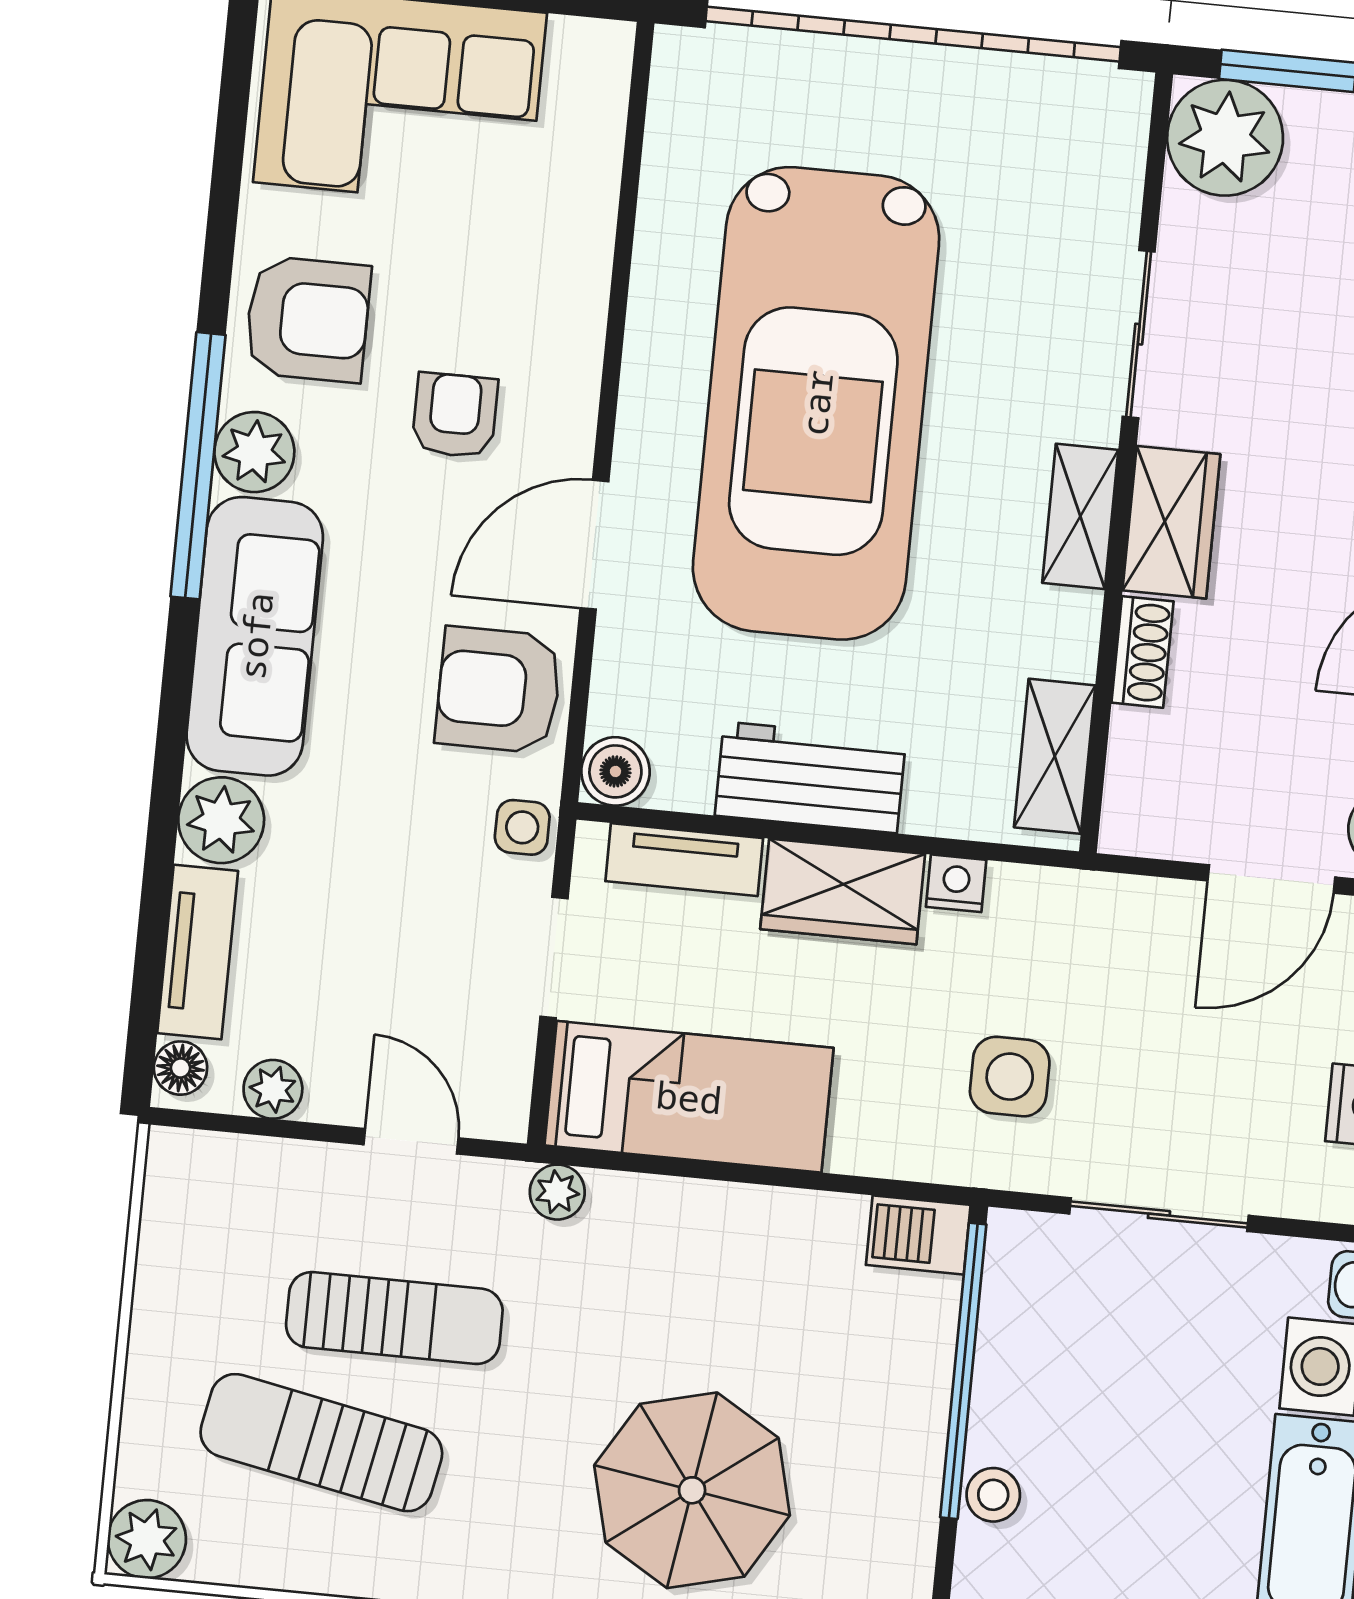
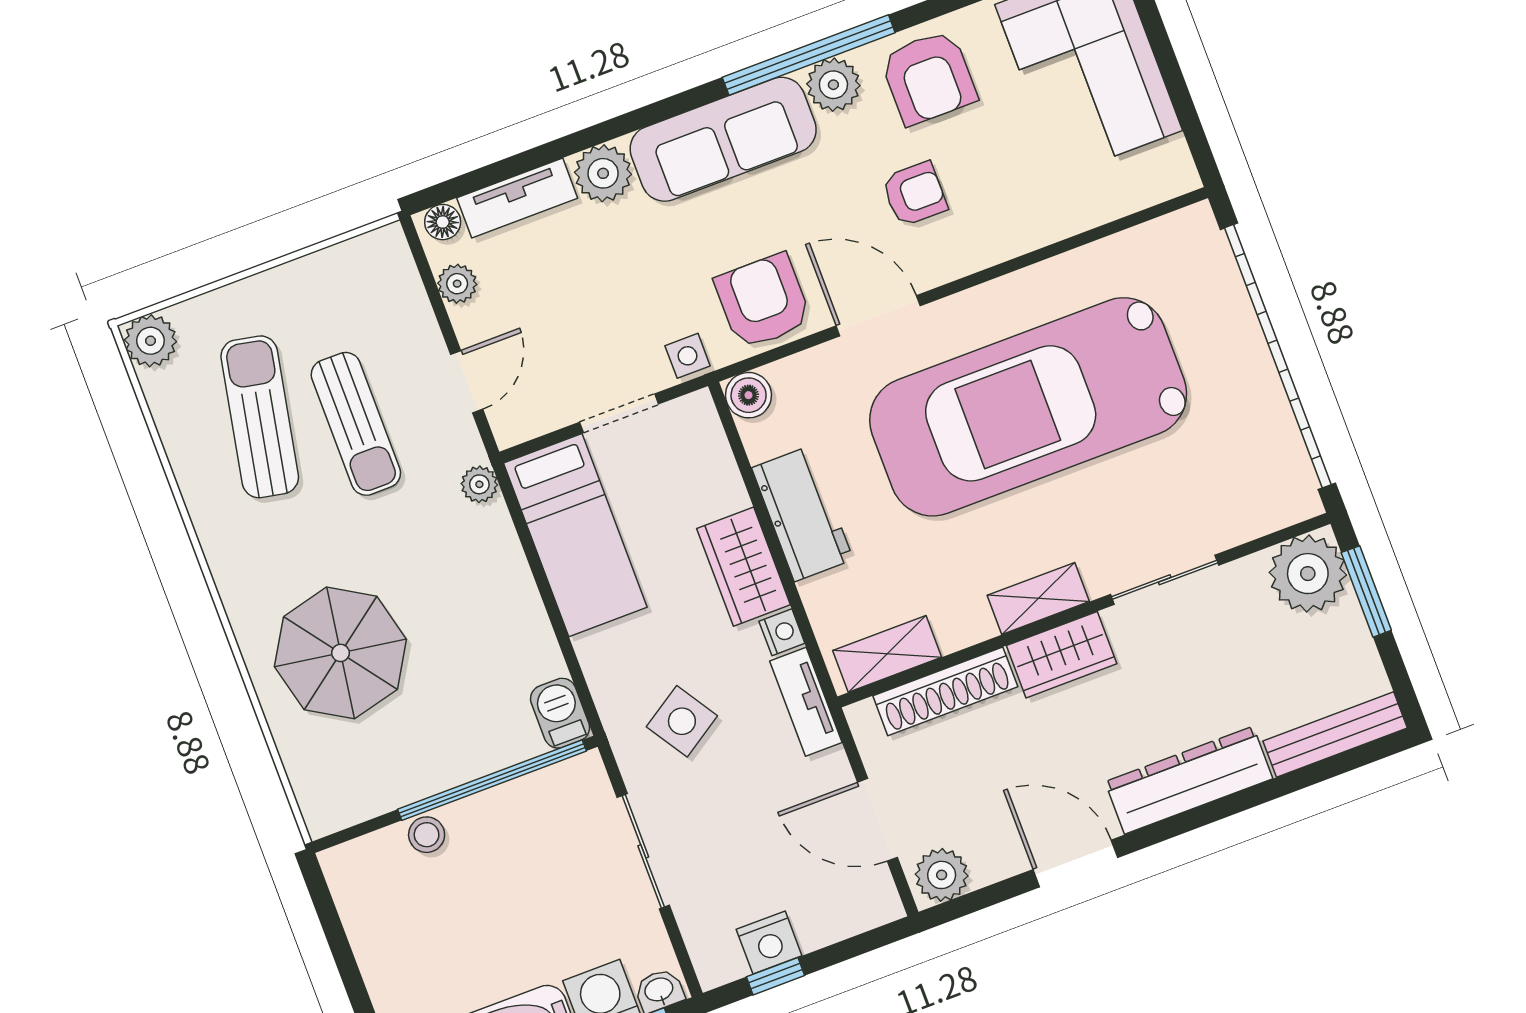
shoe rack: (1142, 652) -> (945, 691), width x1.94, depth x1.24
tv unit: (684, 860) -> (806, 702), moved
side table: (1010, 1077) -> (682, 721), turned -33

